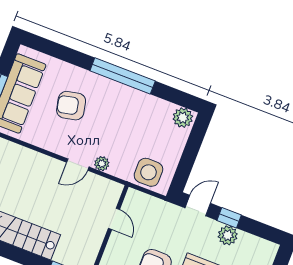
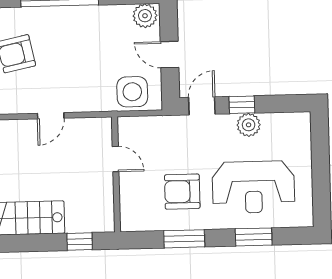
door: (189, 156) -> (170, 55), added
plant: (102, 164) -> (77, 104), removed

